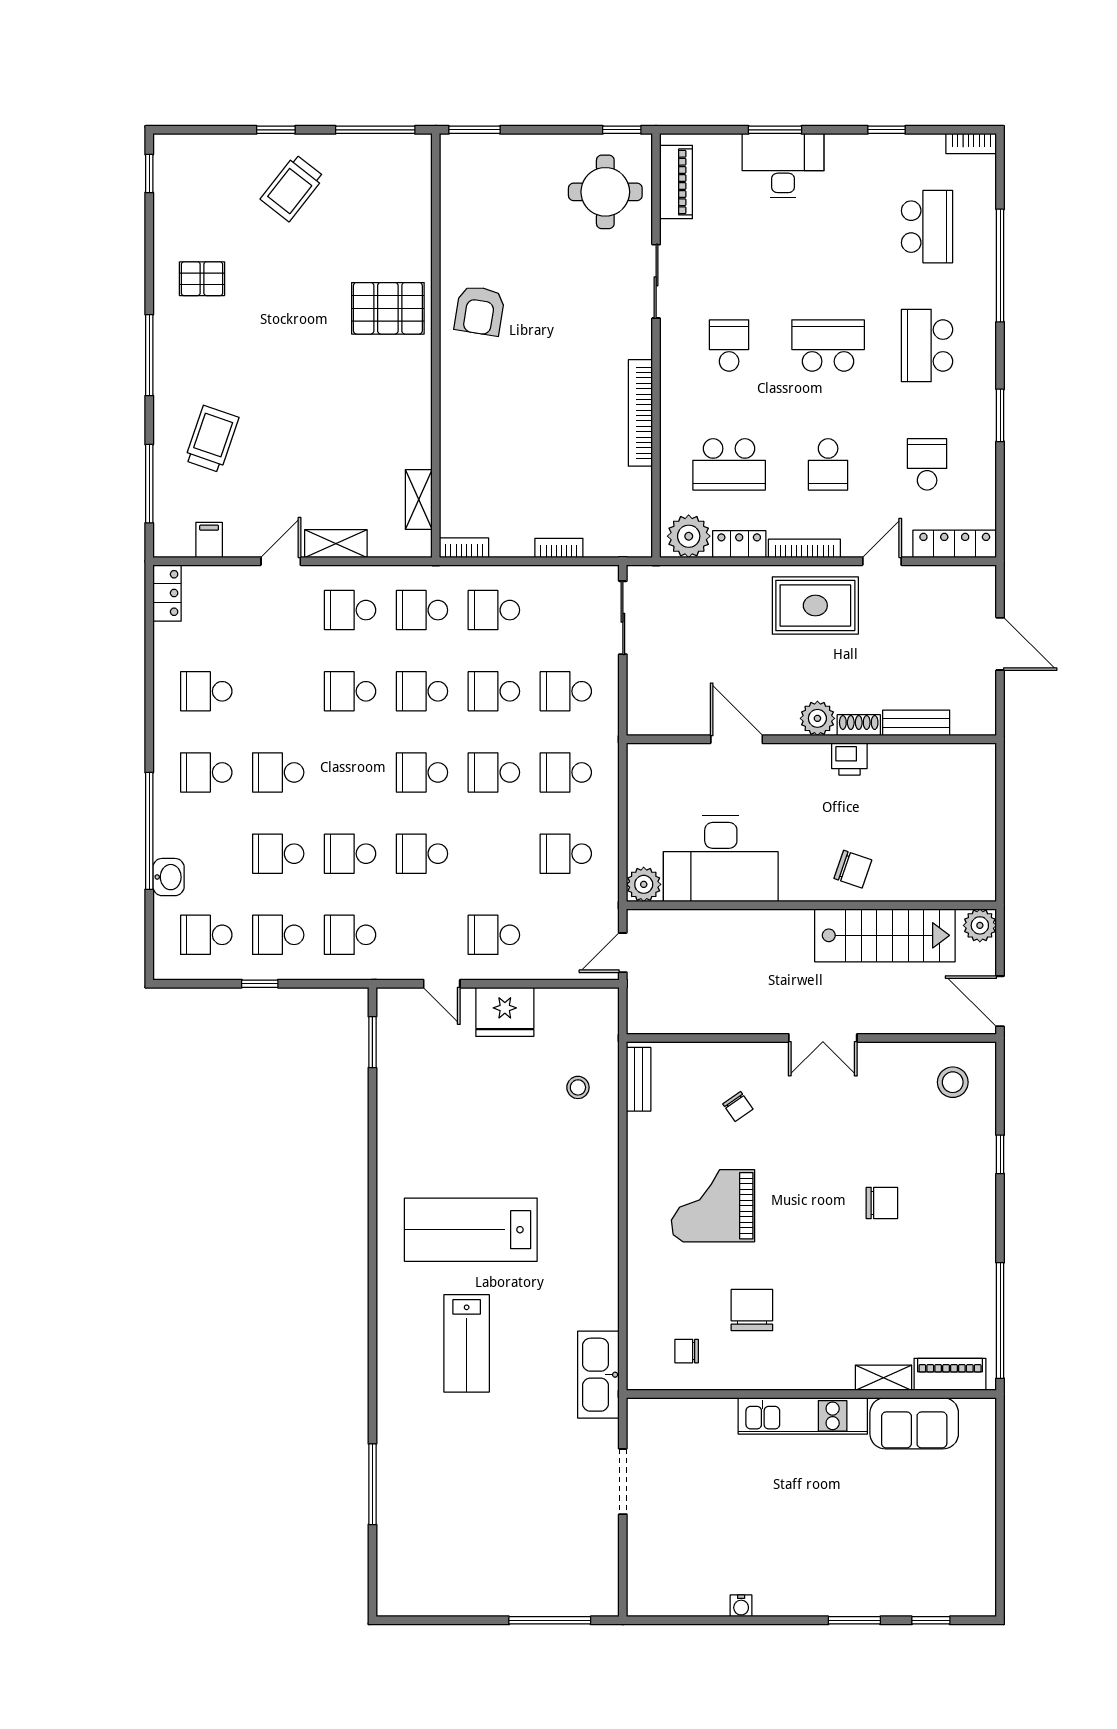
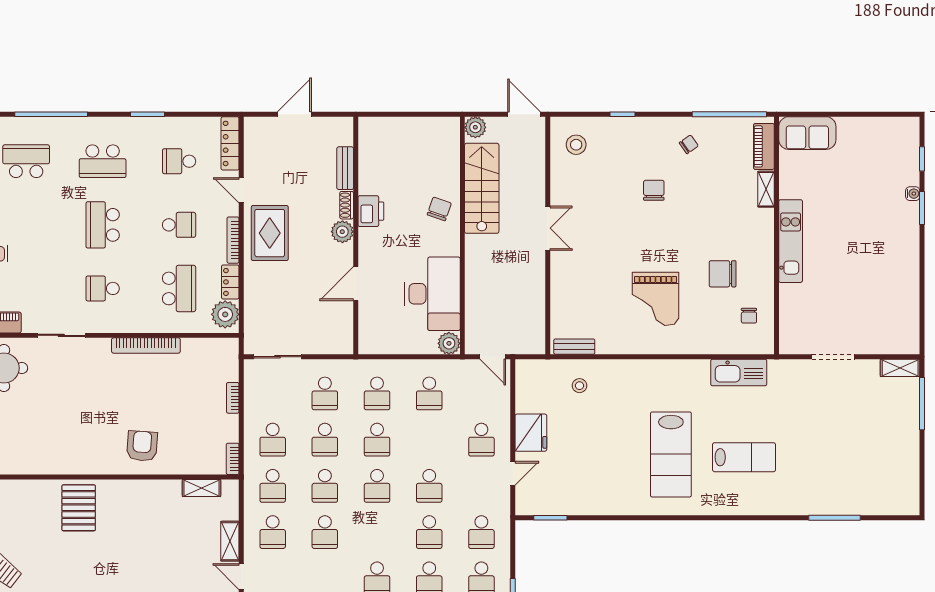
armchair: (480, 311) -> (142, 446), moved, turned -95
printer: (849, 759) -> (371, 211), width x1.36, depth x1.24
door: (1000, 1001) -> (524, 114), swing flipped
chair: (738, 1107) -> (689, 144), moved
kitchen sink: (598, 1375) -> (739, 372), moved
sofa: (914, 1423) -> (807, 133), moved, turned 90
shelving: (606, 1586) -> (900, 368), added
water cooler: (741, 1606) -> (913, 194), moved

